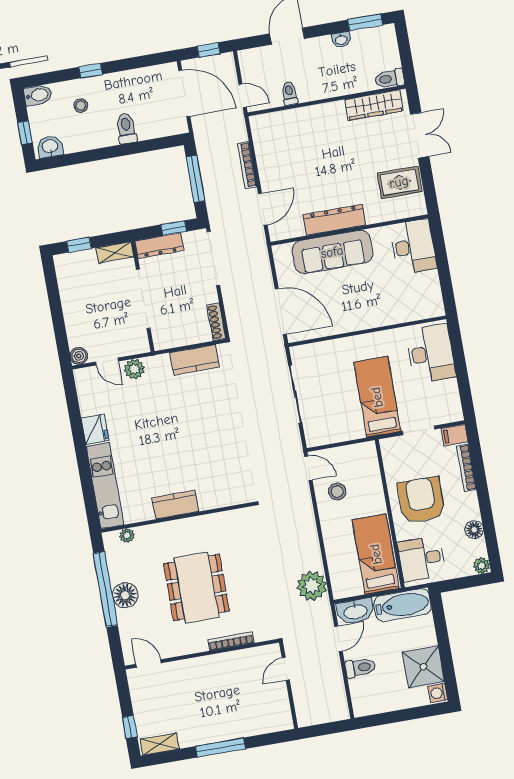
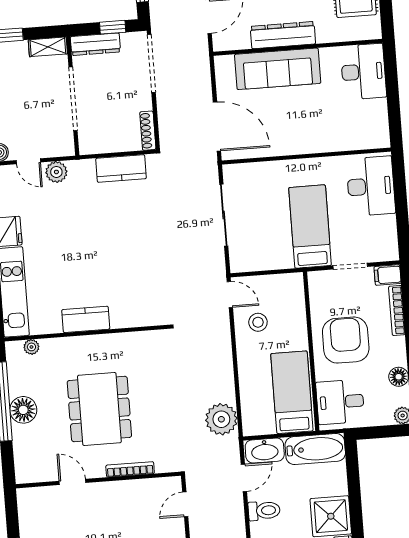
door: (149, 664) -> (72, 482), moved

